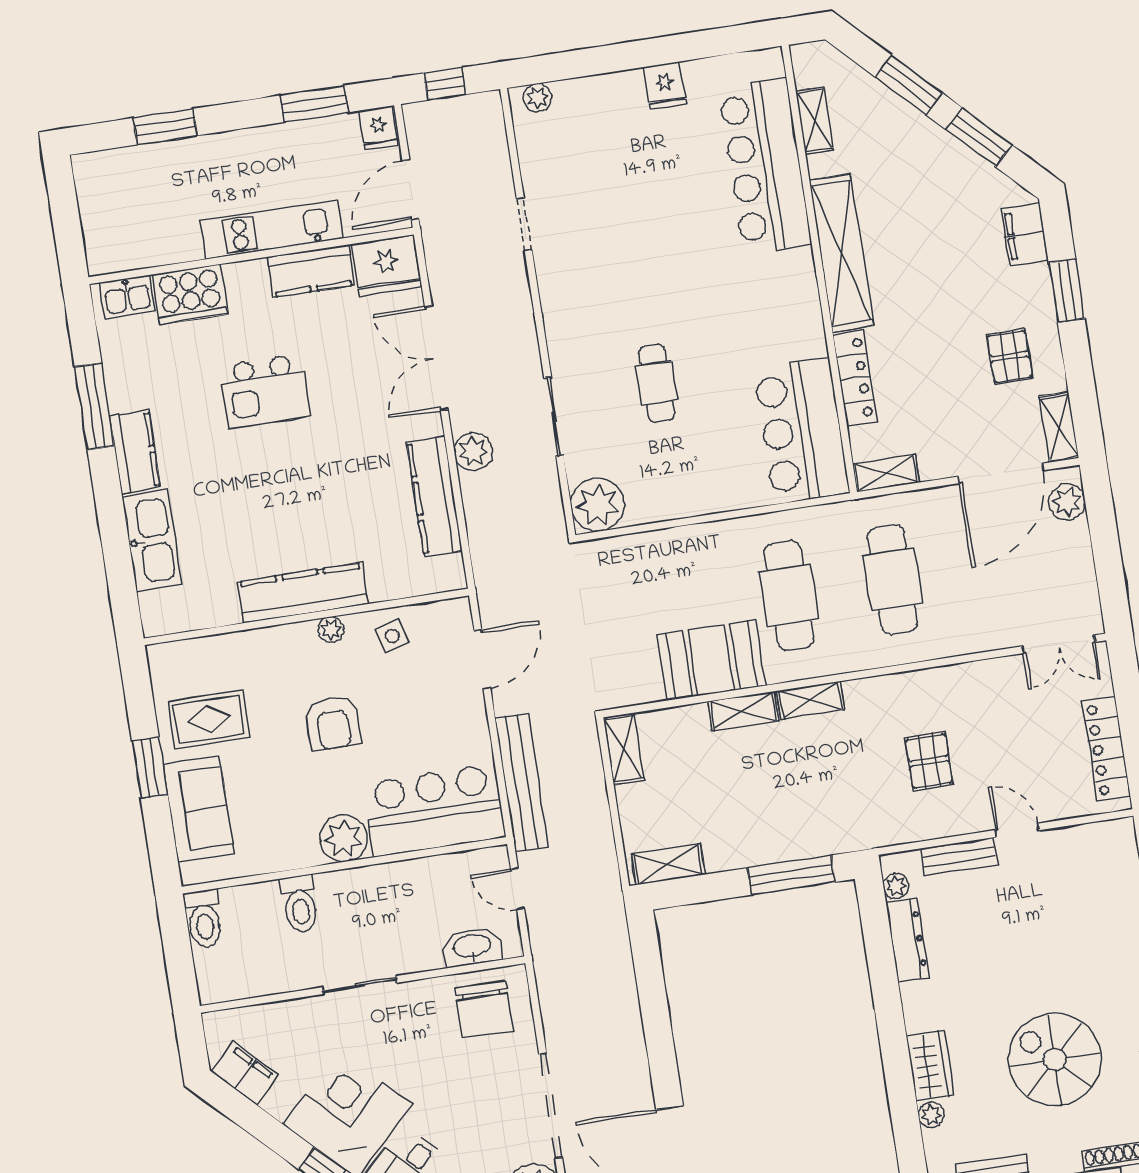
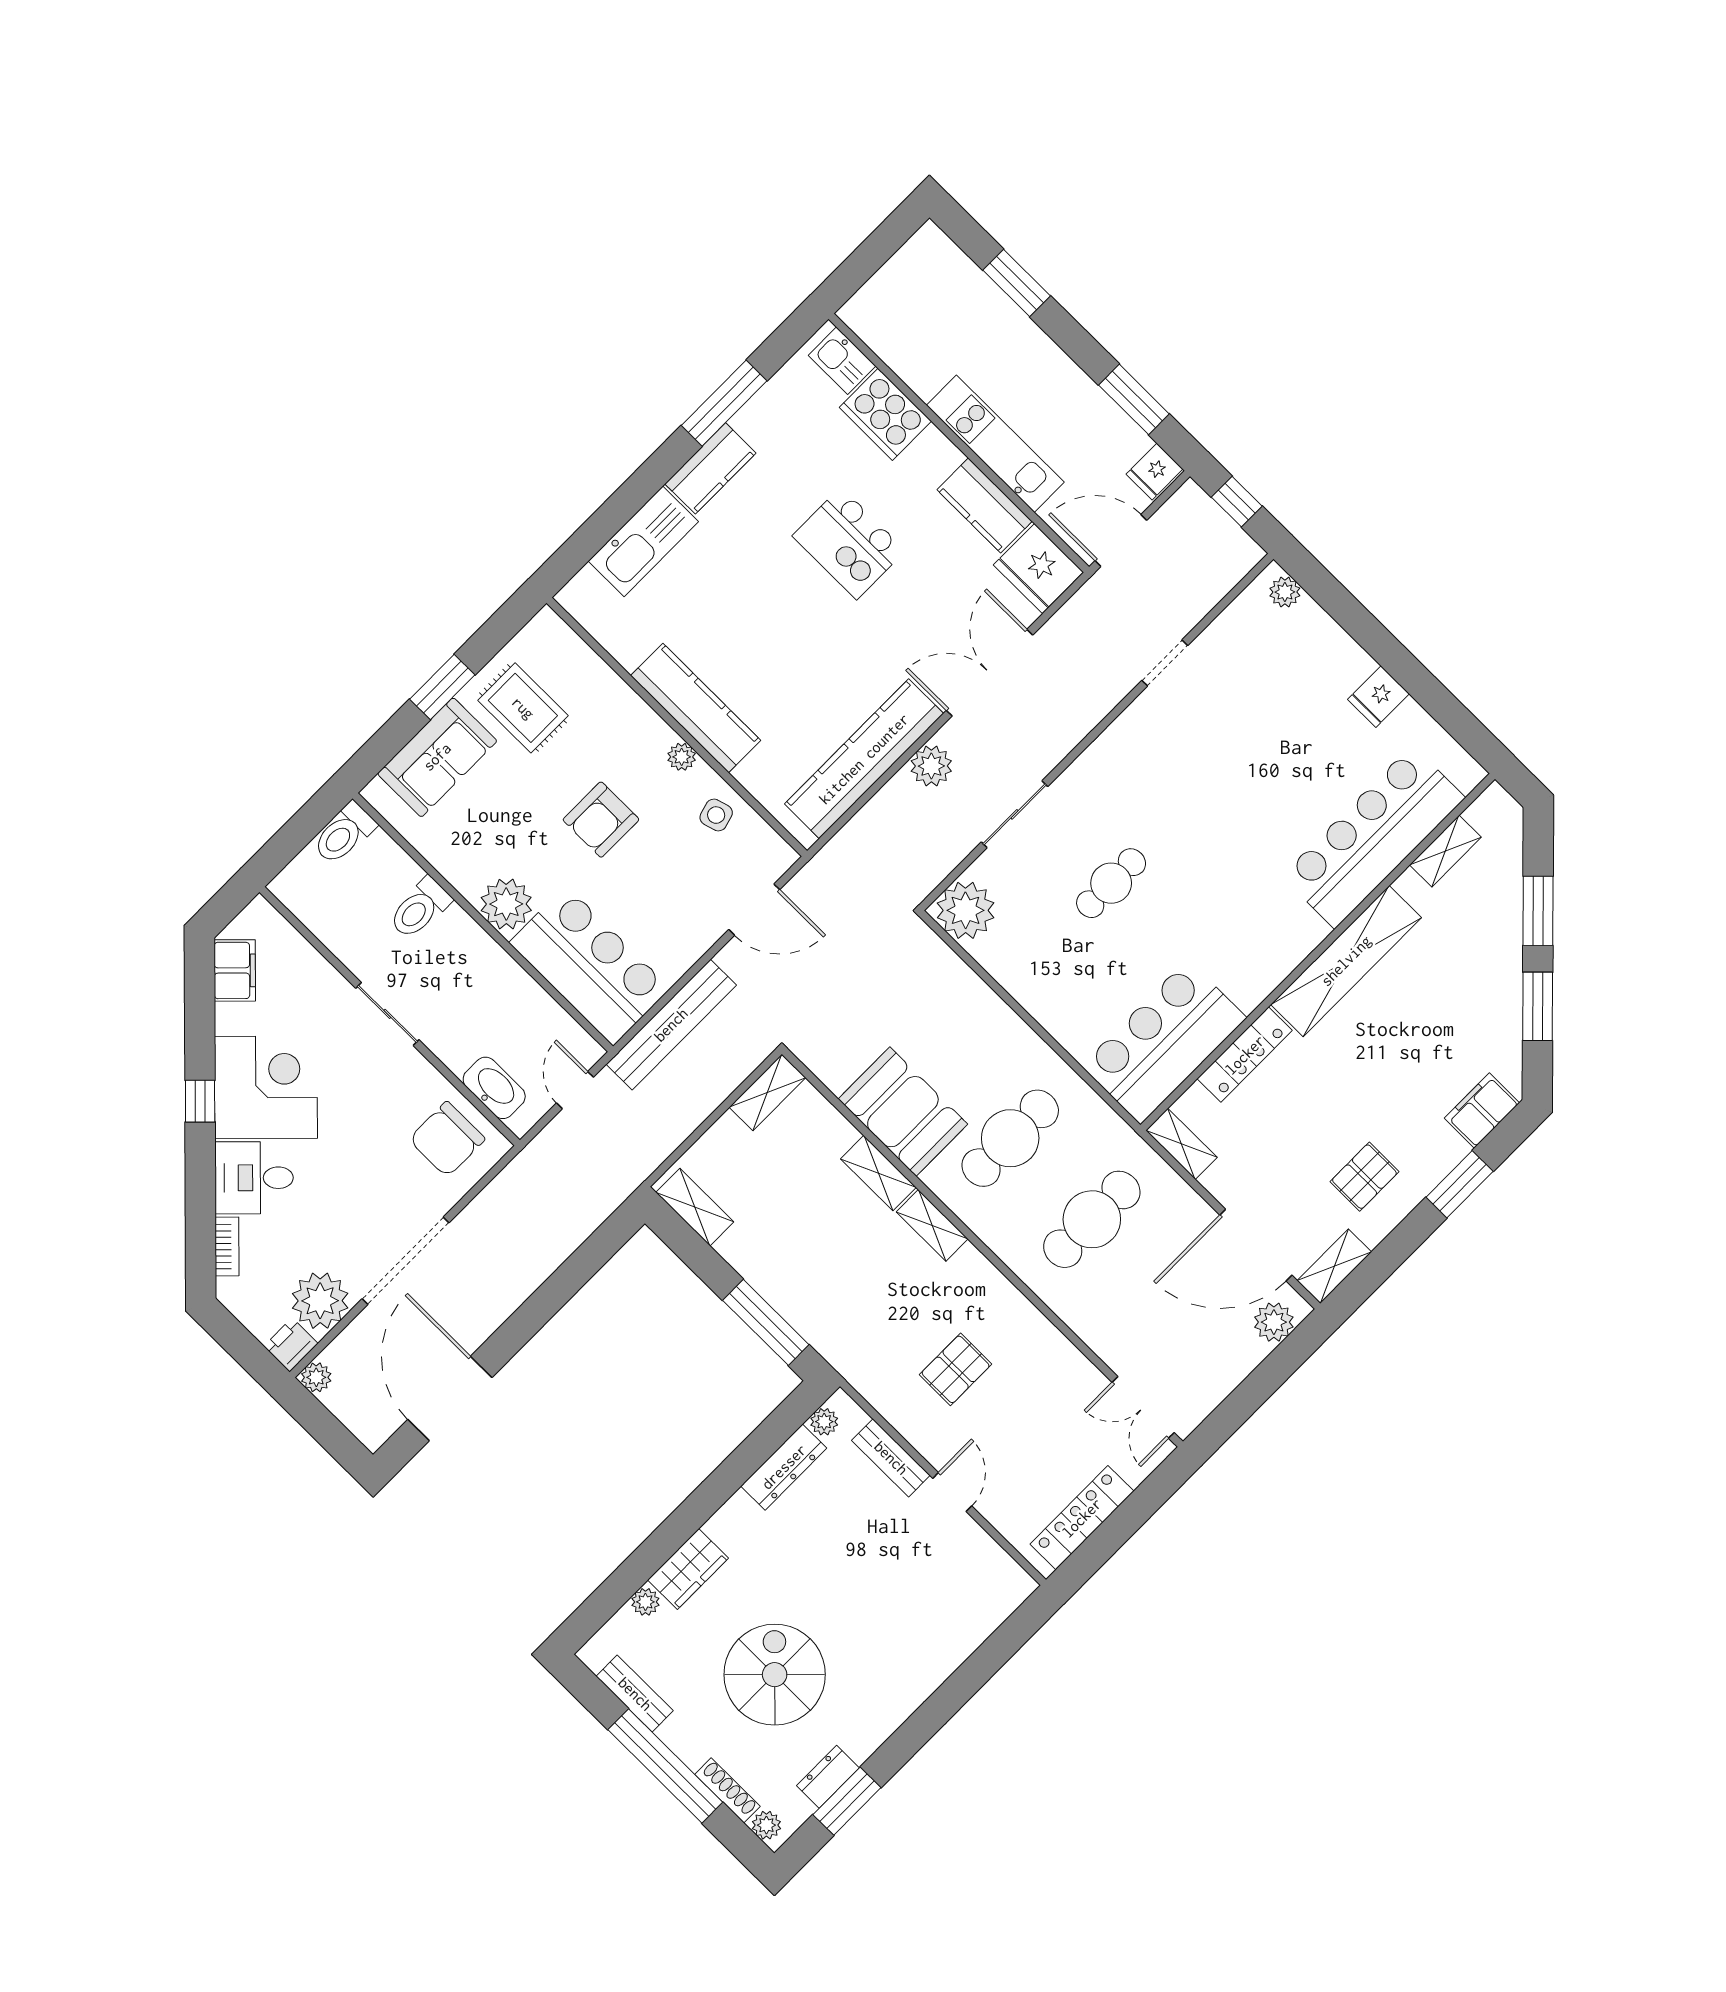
kitchen counter: (434, 496) -> (864, 759), width x1.39, depth x1.17

